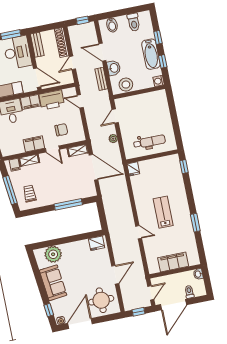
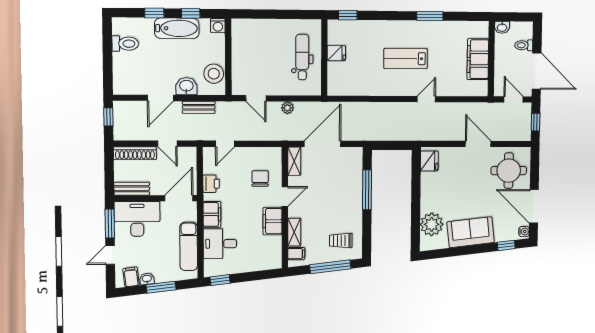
bidet: (112, 25) -> (123, 76), removed
printer: (52, 100) -> (211, 184), width x0.53, depth x0.68
fridge: (133, 169) -> (336, 53), moved

